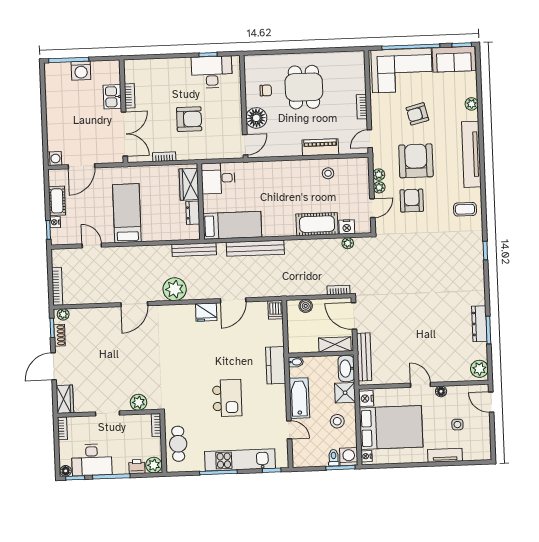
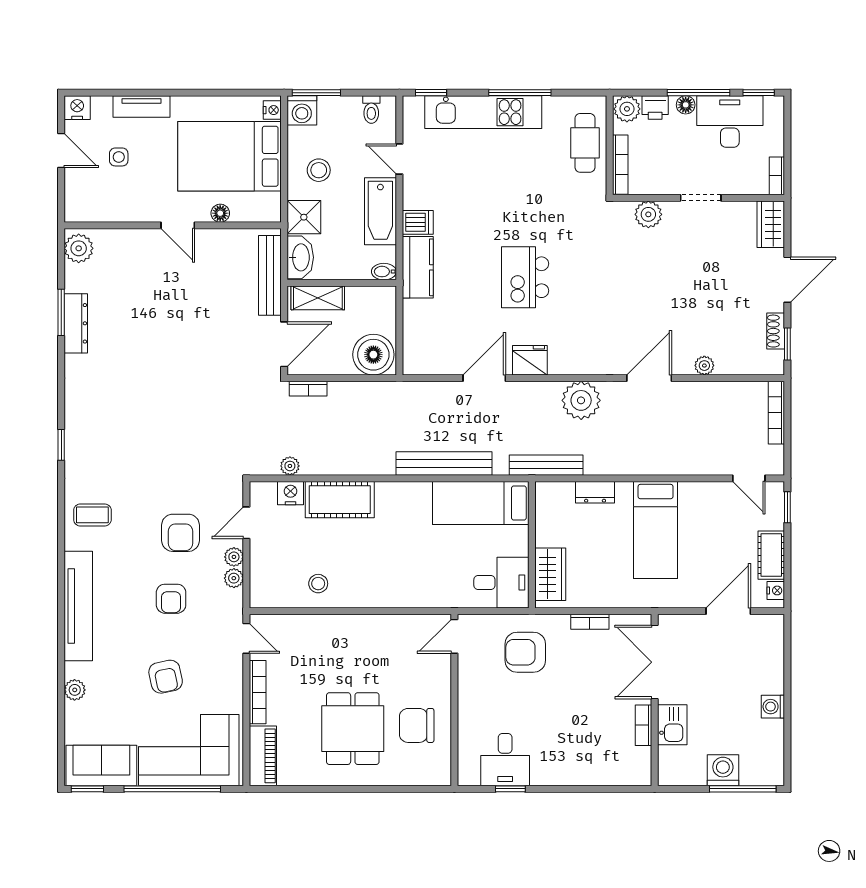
desk: (212, 72) -> (505, 760), width x0.73
chair: (266, 90) -> (417, 725), width x1.87, depth x1.87
bookcase: (362, 107) -> (258, 692), width x1.56
armchair: (417, 114) -> (166, 677), turned 92
floor lamp: (256, 118) -> (434, 680), removed
armchair: (189, 119) -> (525, 652), moved
door: (370, 139) -> (246, 638), hinge flipped
piano: (320, 147) -> (263, 756), moved, turned -90
washing machine: (54, 159) -> (773, 707), moved
armchair: (416, 161) -> (171, 599), width x0.53, depth x0.53
dresser: (193, 213) -> (595, 492), moved, turned 90
nightstand: (55, 222) -> (776, 590), moved
door: (92, 246) -> (749, 478), moved
boiler: (306, 306) -> (373, 355), width x1.86, depth x1.86
dishwasher: (276, 310) -> (418, 222), moved, turned 90
plant: (63, 314) -> (704, 366), moved
door: (354, 316) -> (284, 344), hinge flipped
floor lamp: (441, 391) -> (220, 213), moved
kitchen island: (227, 398) -> (525, 277), moved
nightstand: (366, 399) -> (77, 108), moved, turned -90
door: (491, 402) -> (61, 151), moved
bookcase: (156, 425) -> (620, 165), width x1.56
toilet: (334, 458) -> (371, 110), moved
floor lamp: (66, 471) -> (686, 105), moved

